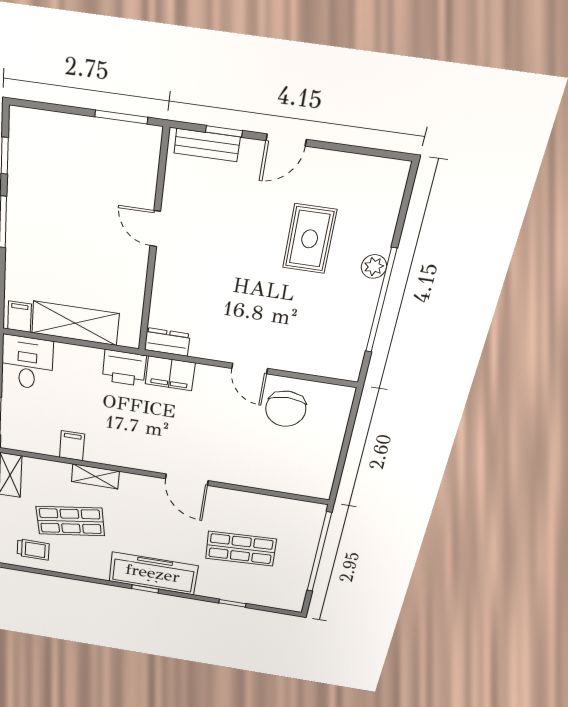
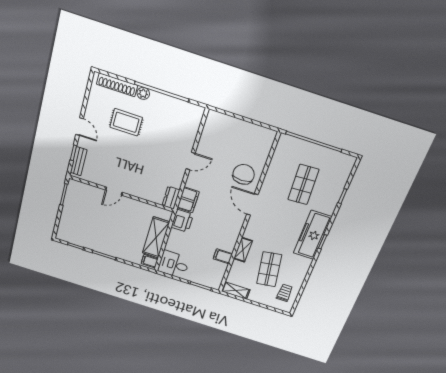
shoe rack: (387, 213) -> (117, 85), added
chair: (286, 409) -> (244, 174), moved, turned -90
door: (187, 480) -> (252, 204), swing flipped

